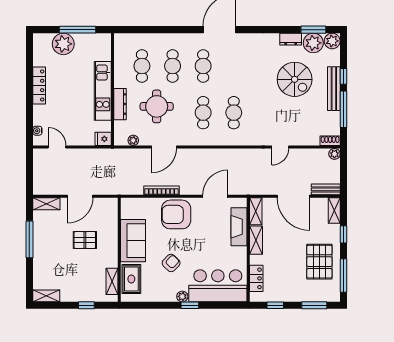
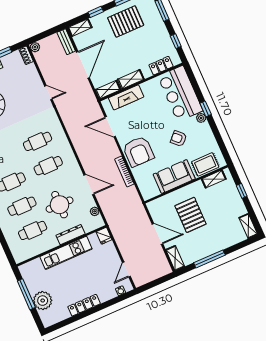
pallet: (85, 240) -> (190, 215), width x1.50, depth x1.42

